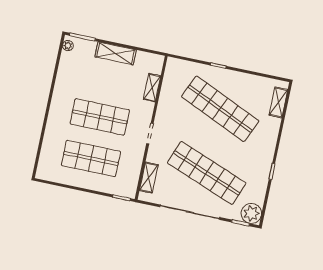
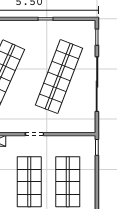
shelving: (149, 178) -> (74, 127), removed
plant: (251, 213) -> (87, 29), removed

